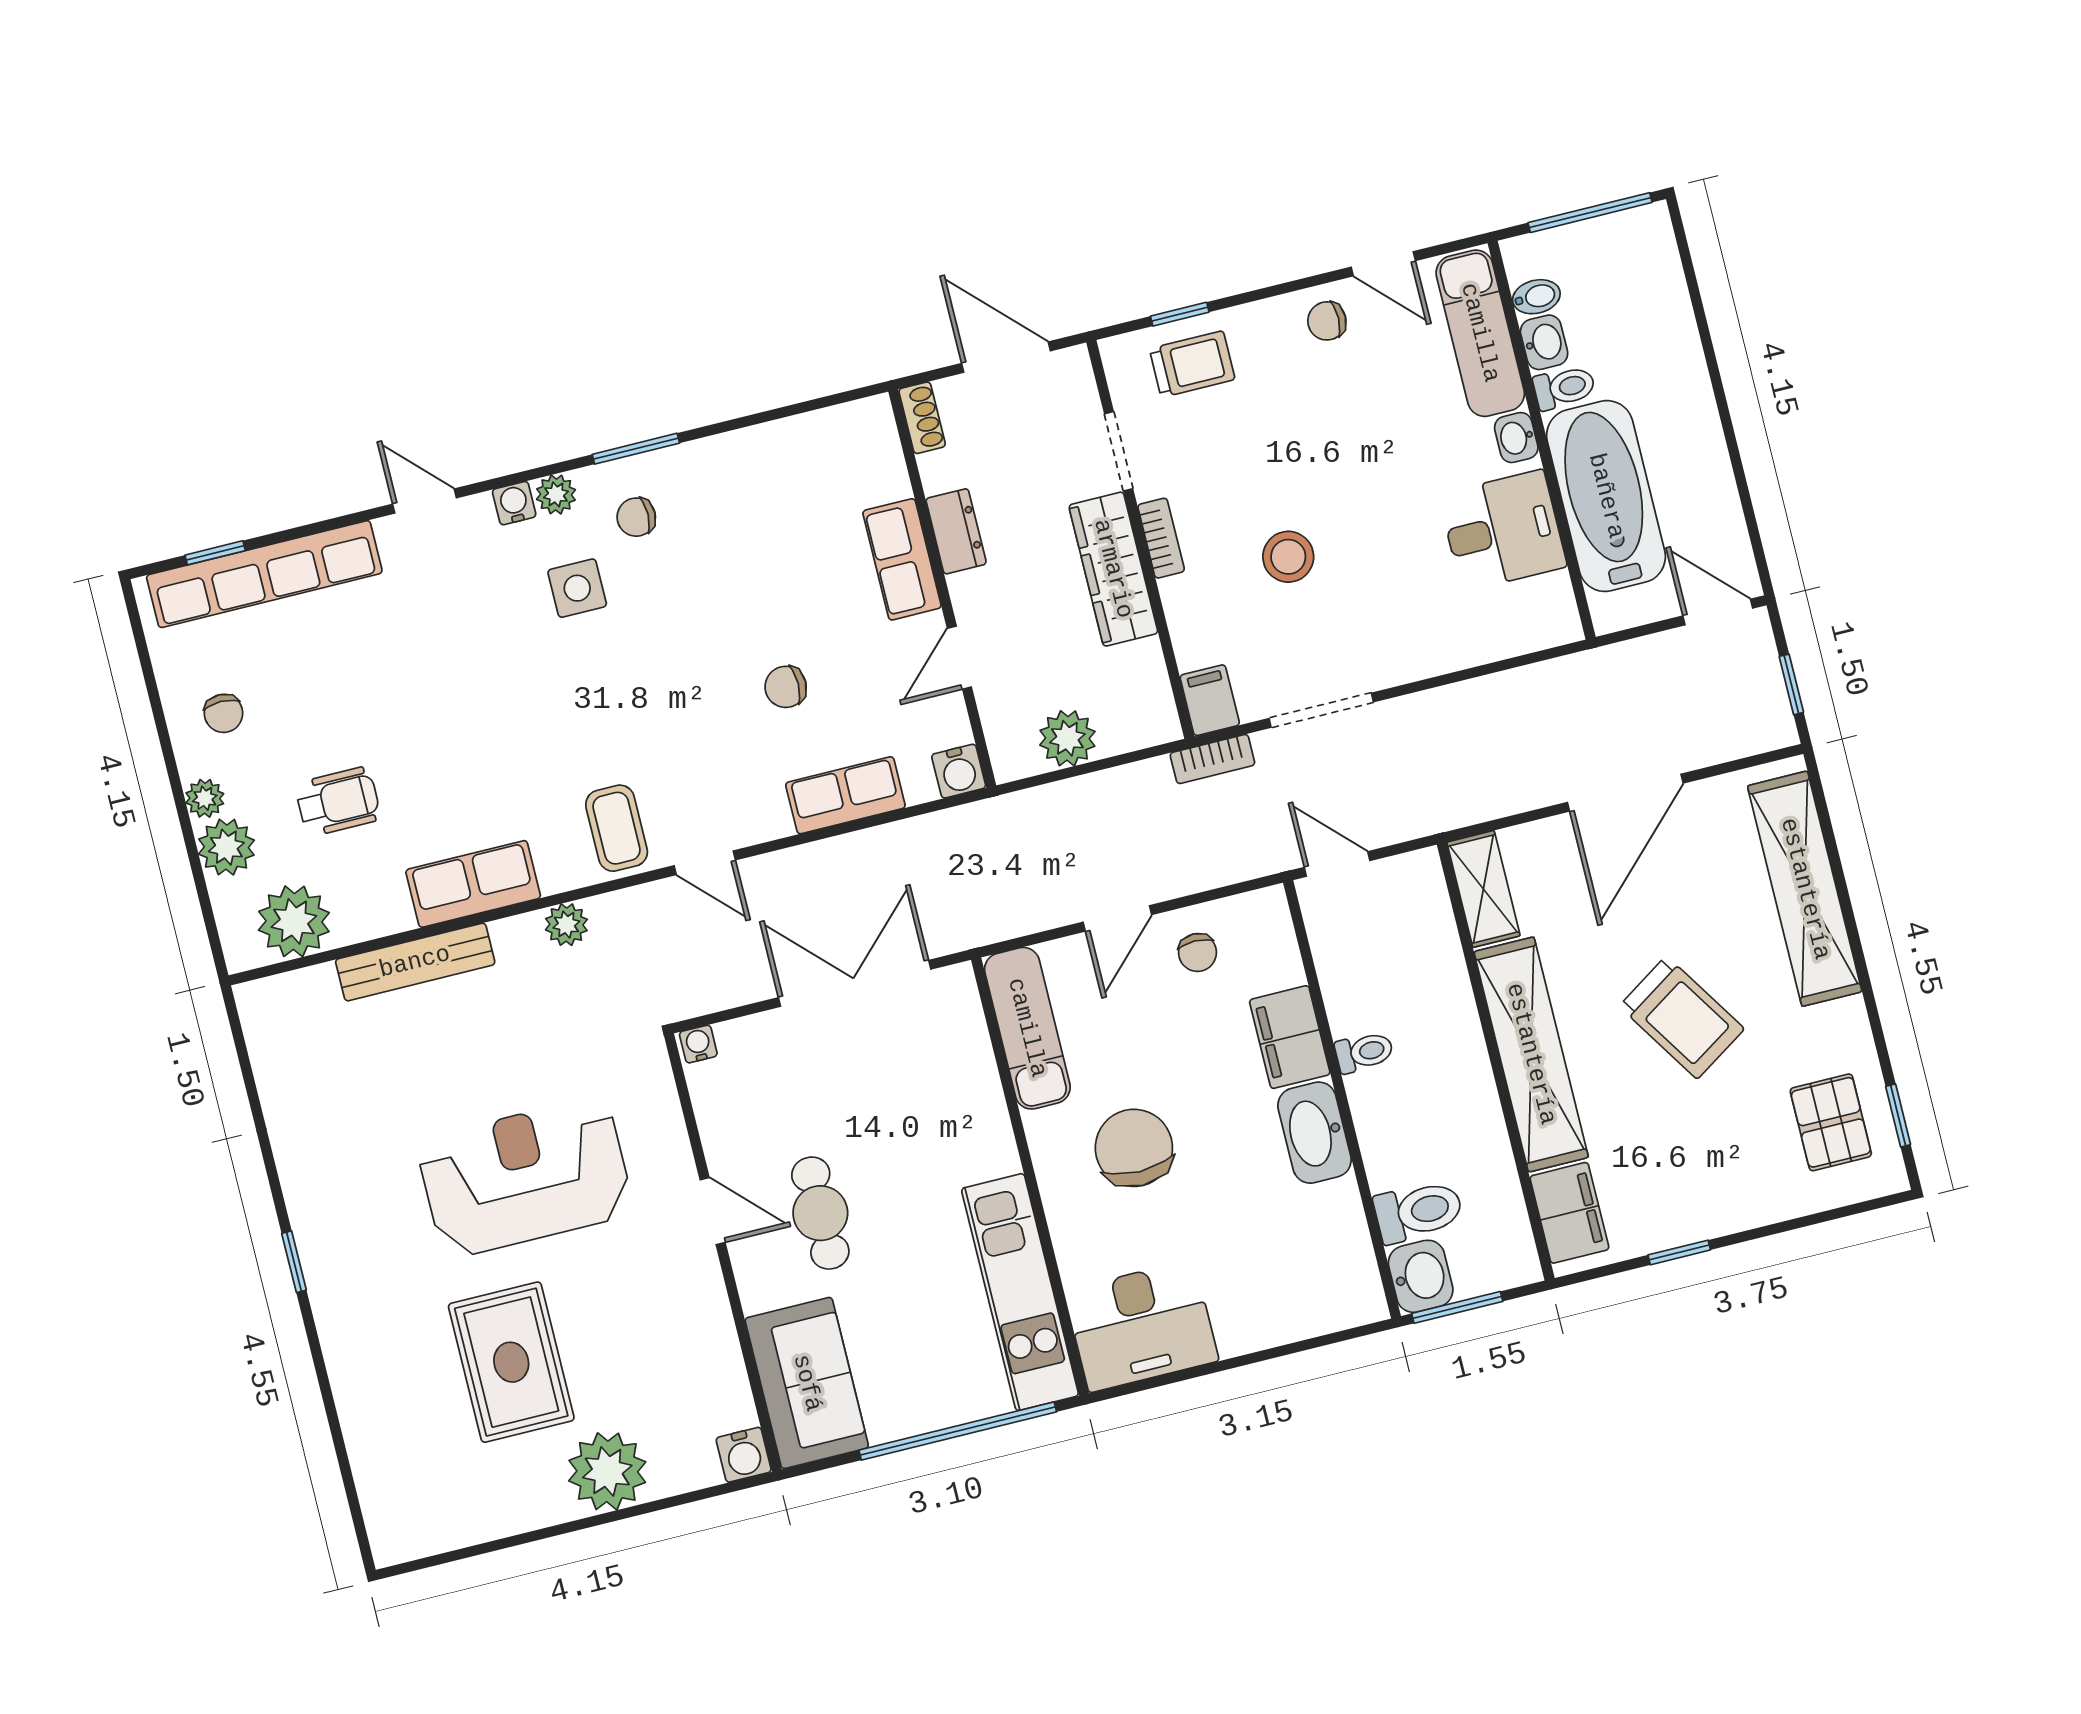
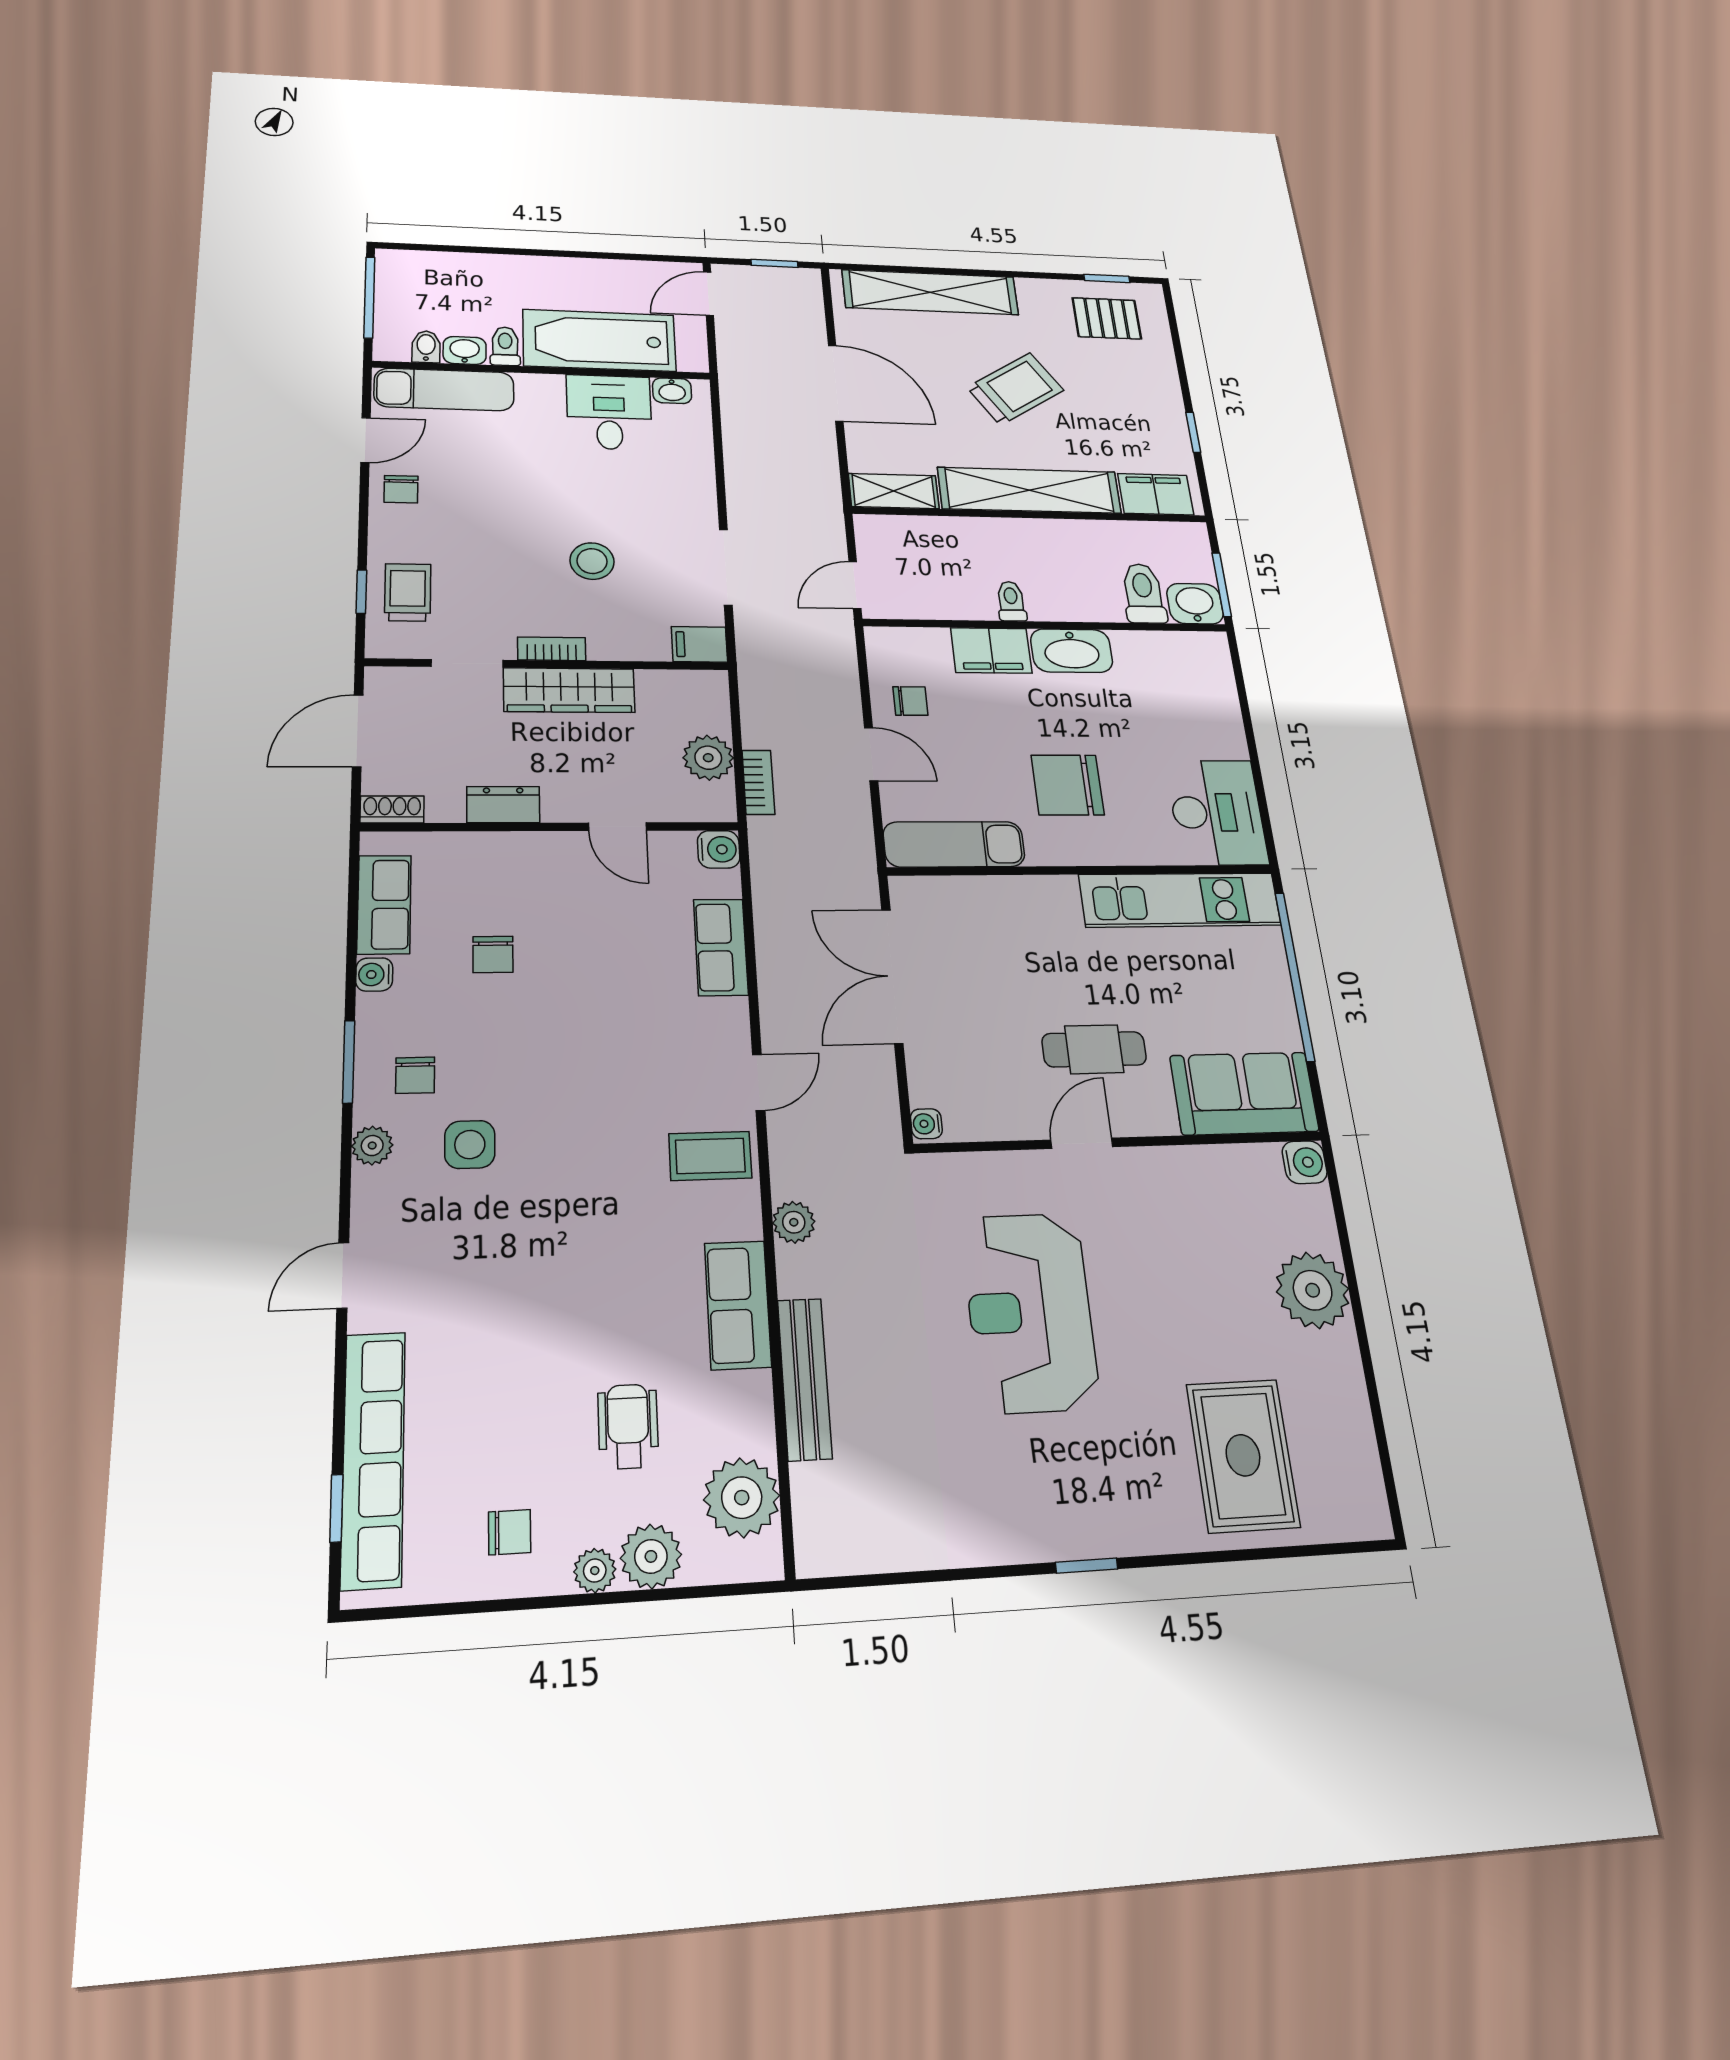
washbasin: (1516, 438) -> (672, 391), moved
water cooler: (514, 503) -> (374, 974), moved
row of seats: (902, 559) -> (384, 904), moved, turned -90
chair: (786, 687) -> (493, 954), moved
bookcase: (1212, 759) -> (758, 782), moved
rug: (511, 1362) -> (1243, 1455), moved, turned 90

